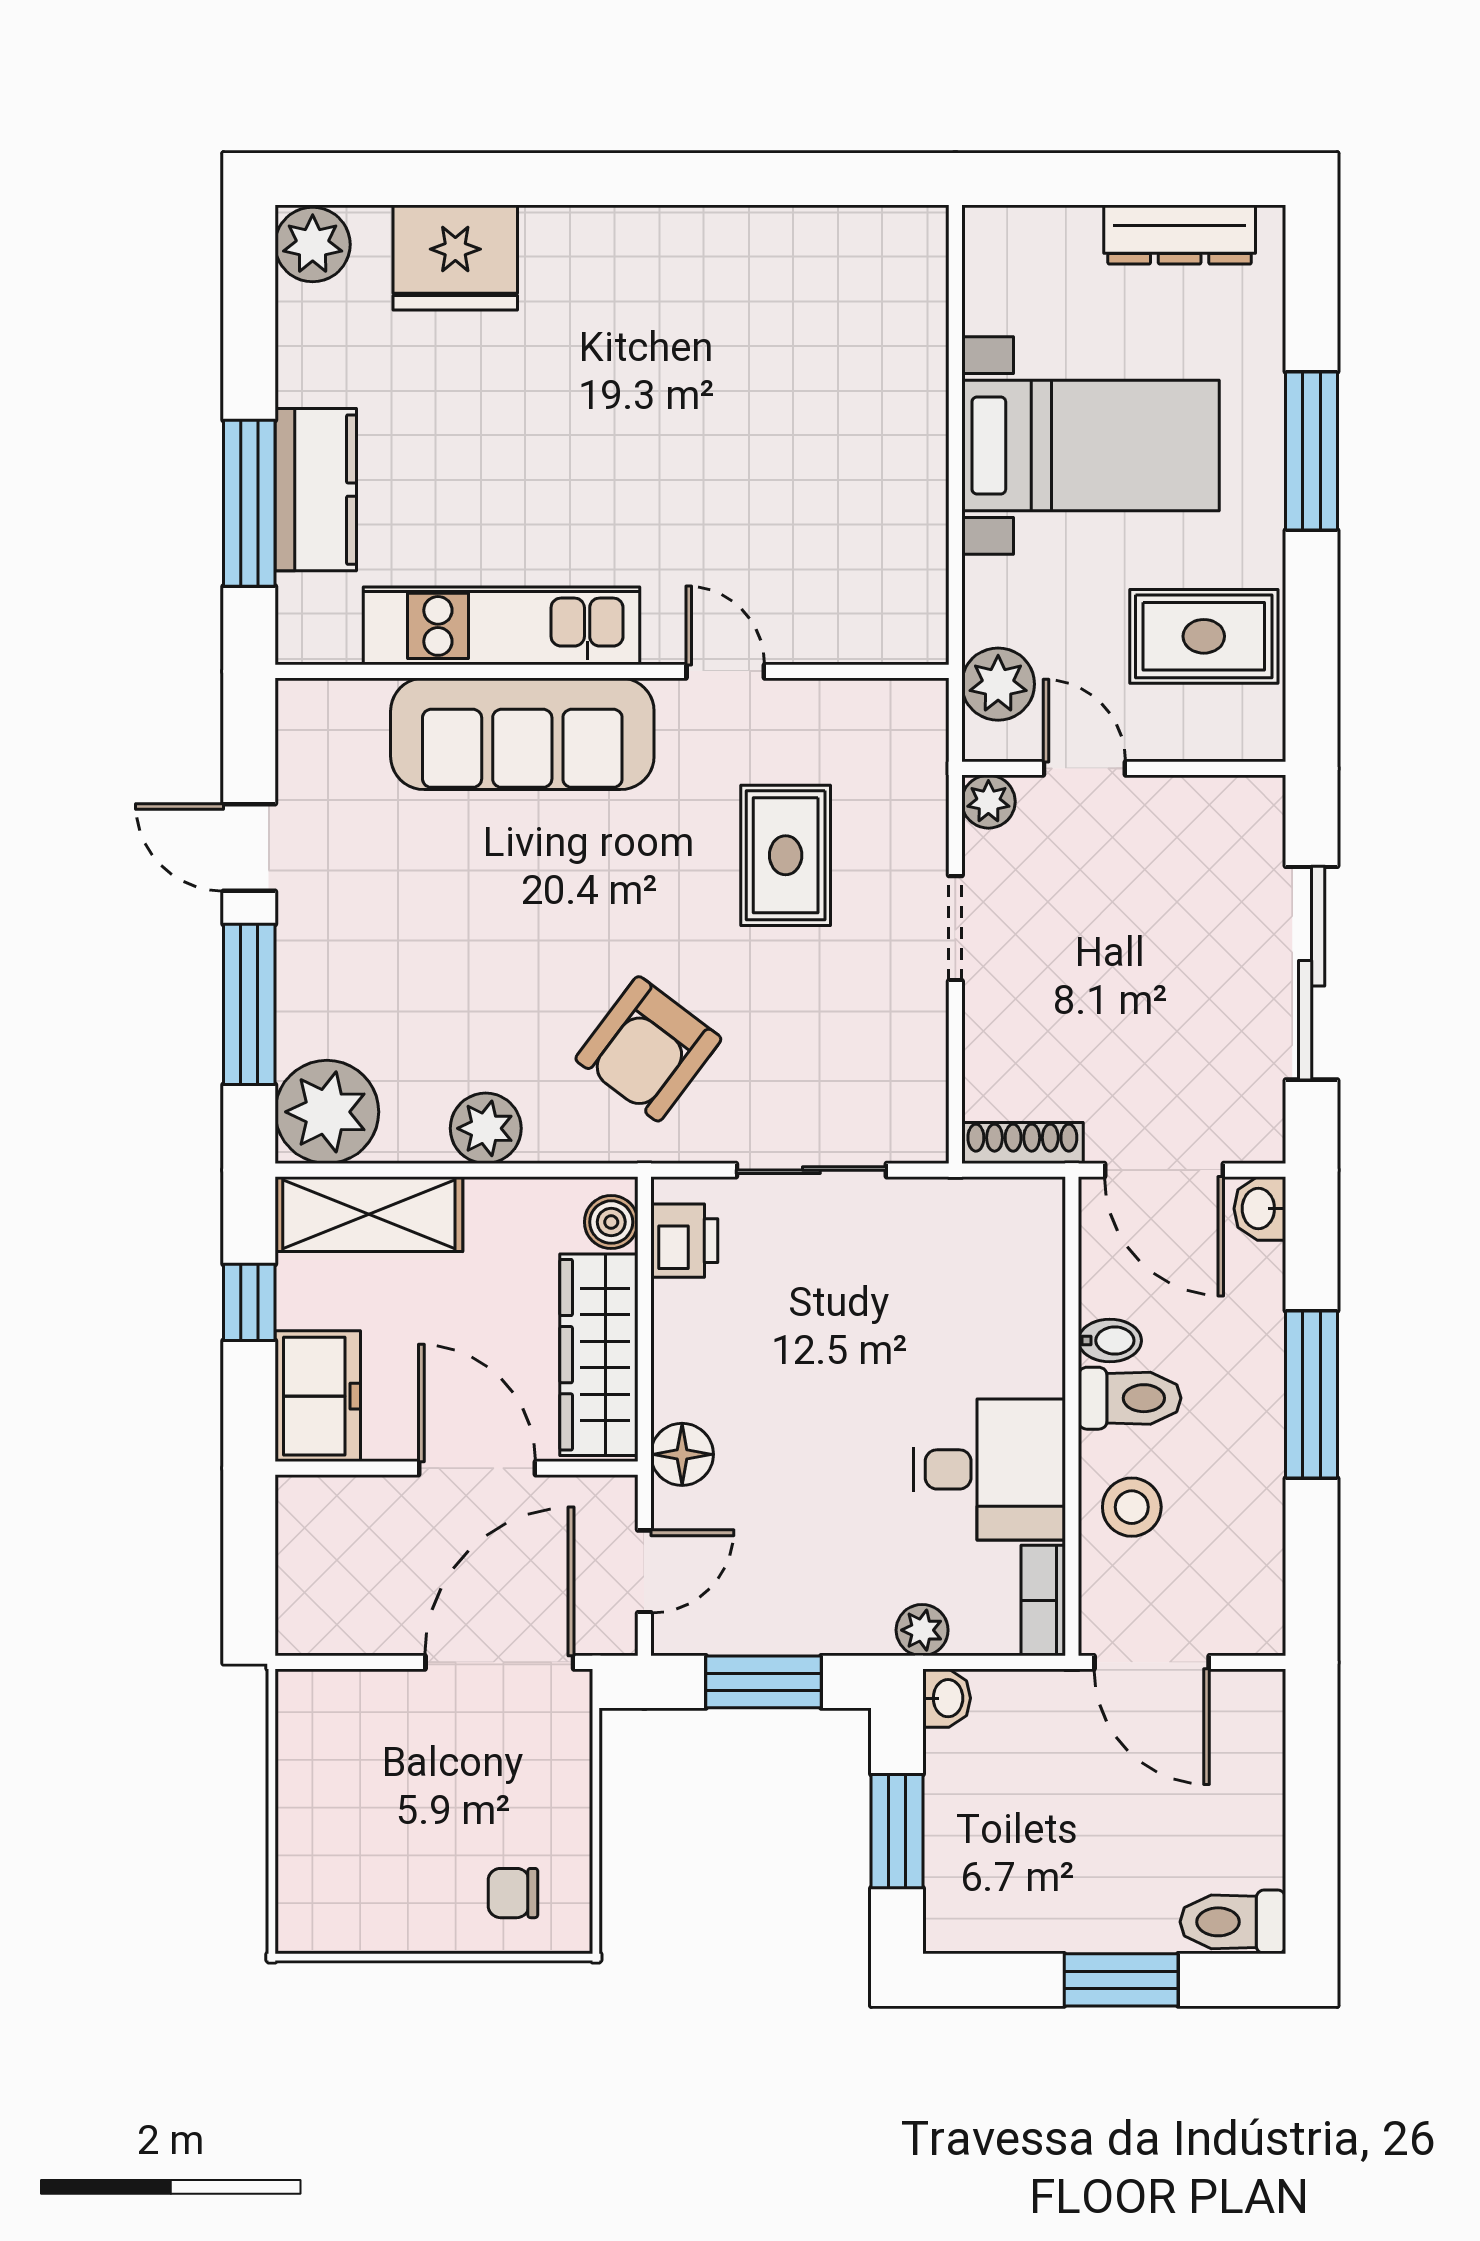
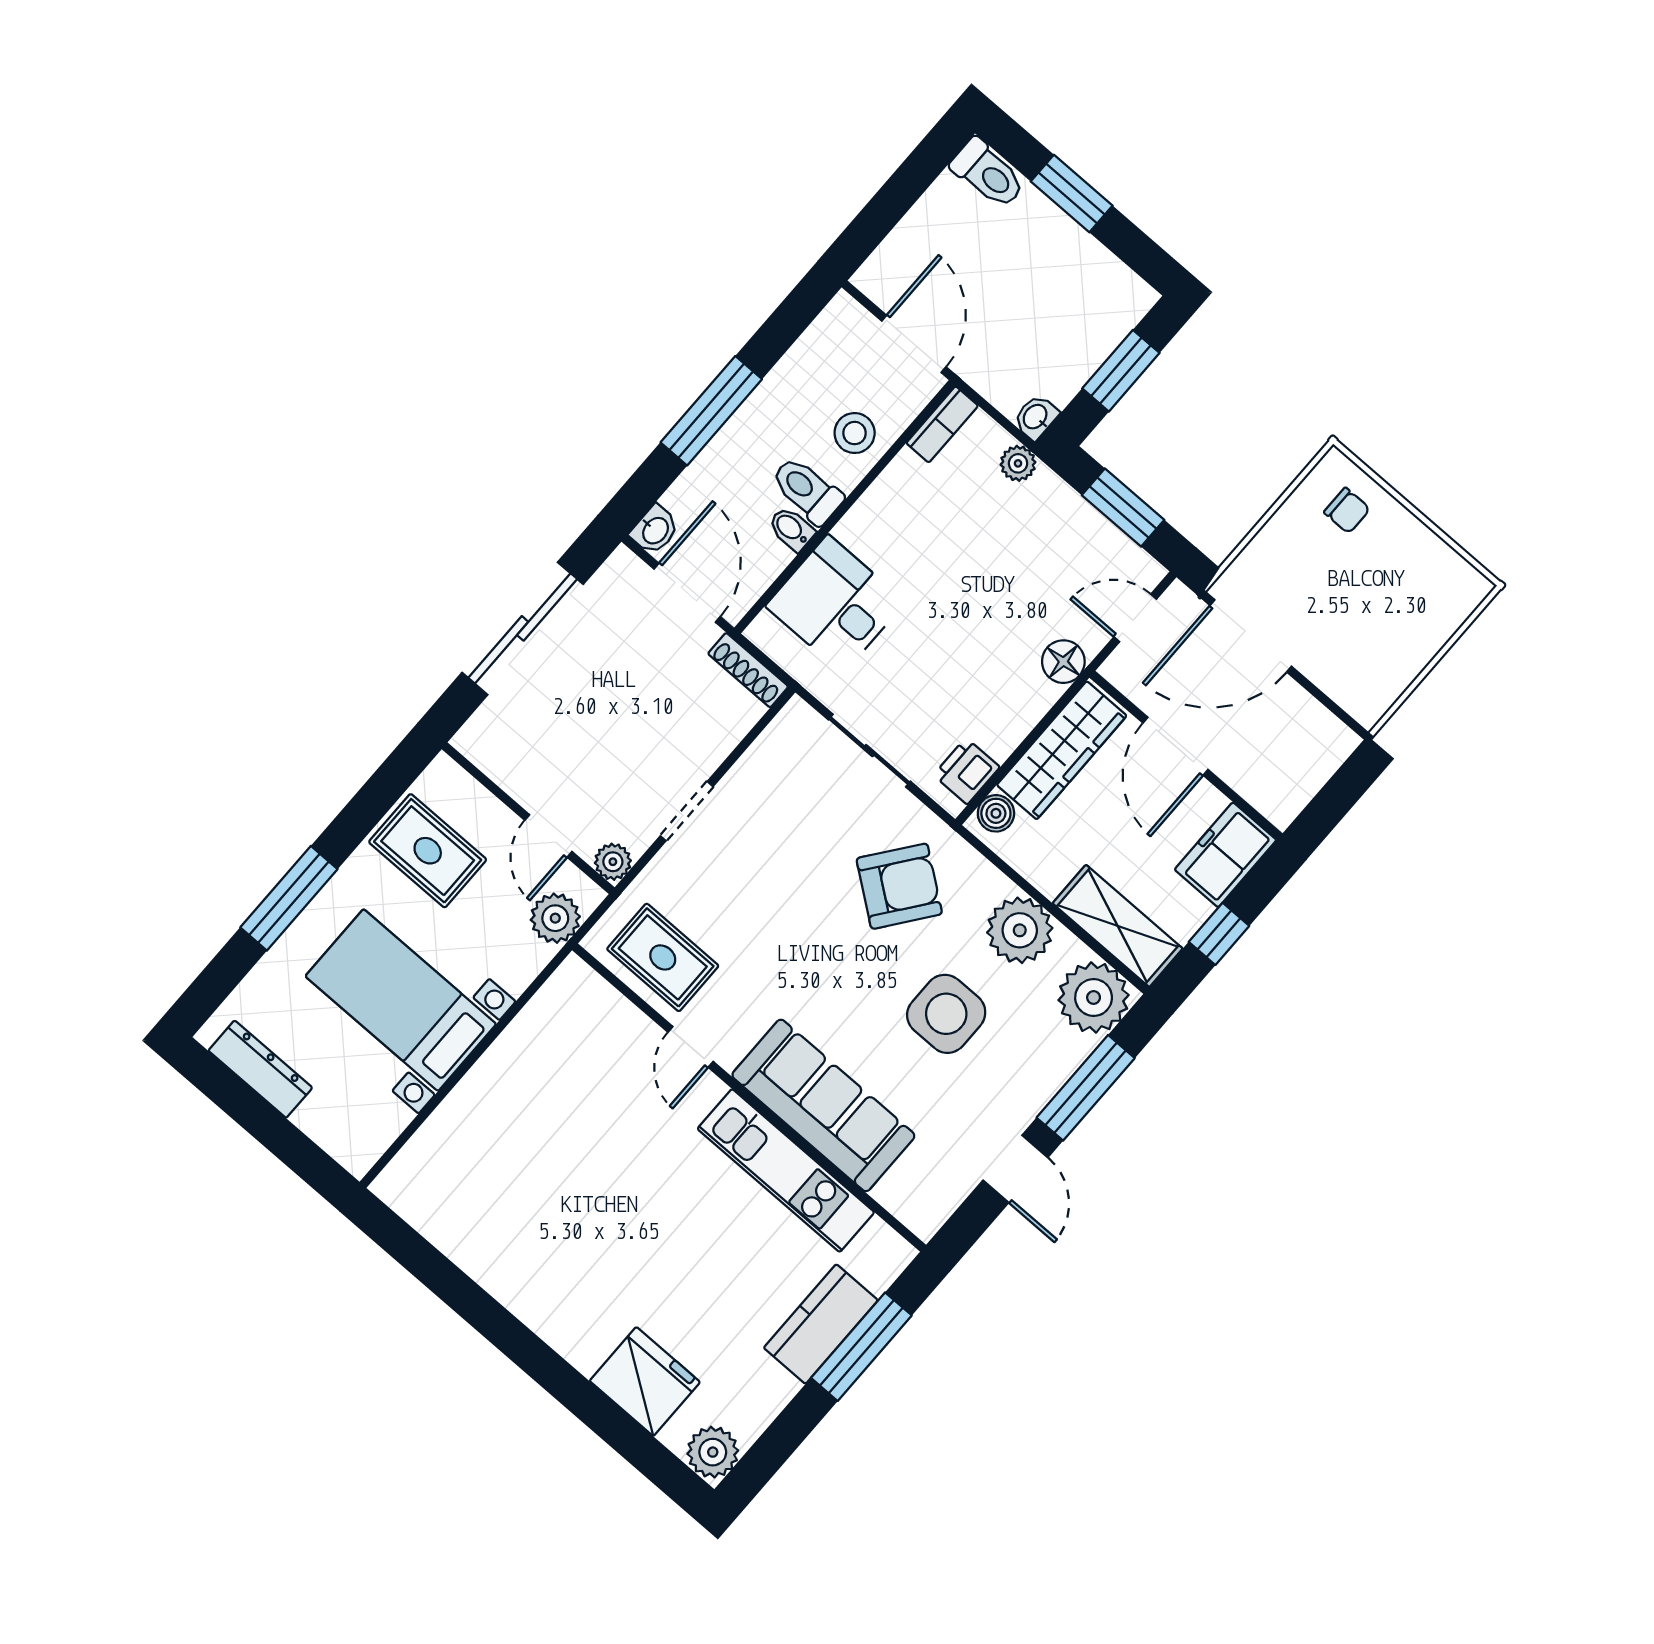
rug: (786, 855) -> (663, 957), moved, turned 90
side table: (474, 953) -> (946, 1014), added
plant: (486, 1128) -> (1020, 930), width x1.36, depth x1.36
desk: (989, 1469) -> (835, 604), moved

